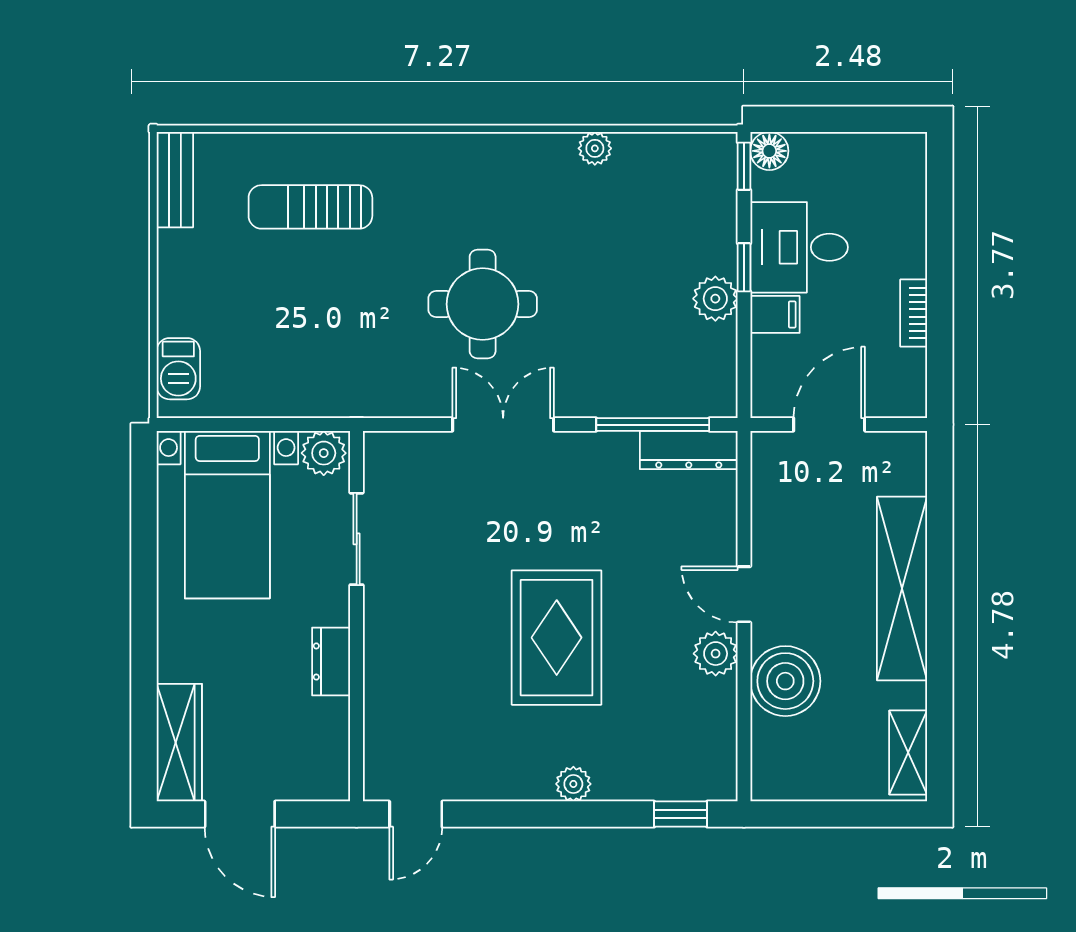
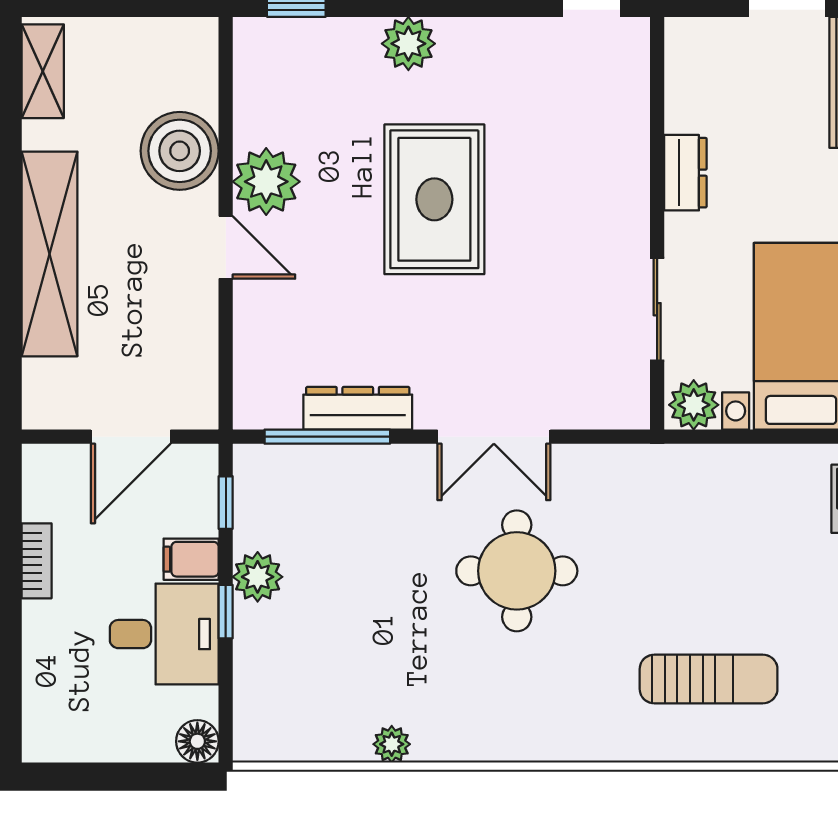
window: (744, 166) -> (226, 503), moved
dresser: (689, 450) -> (358, 408), moved
plant: (716, 654) -> (266, 182), width x1.36, depth x1.36
plant: (573, 784) -> (408, 44), width x1.38, depth x1.38

